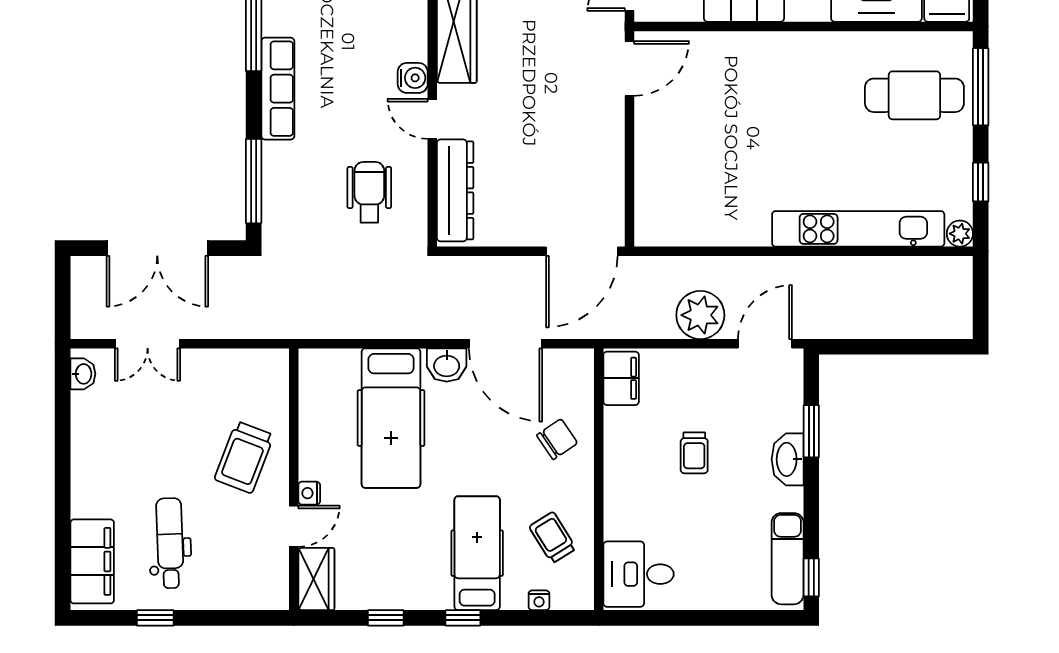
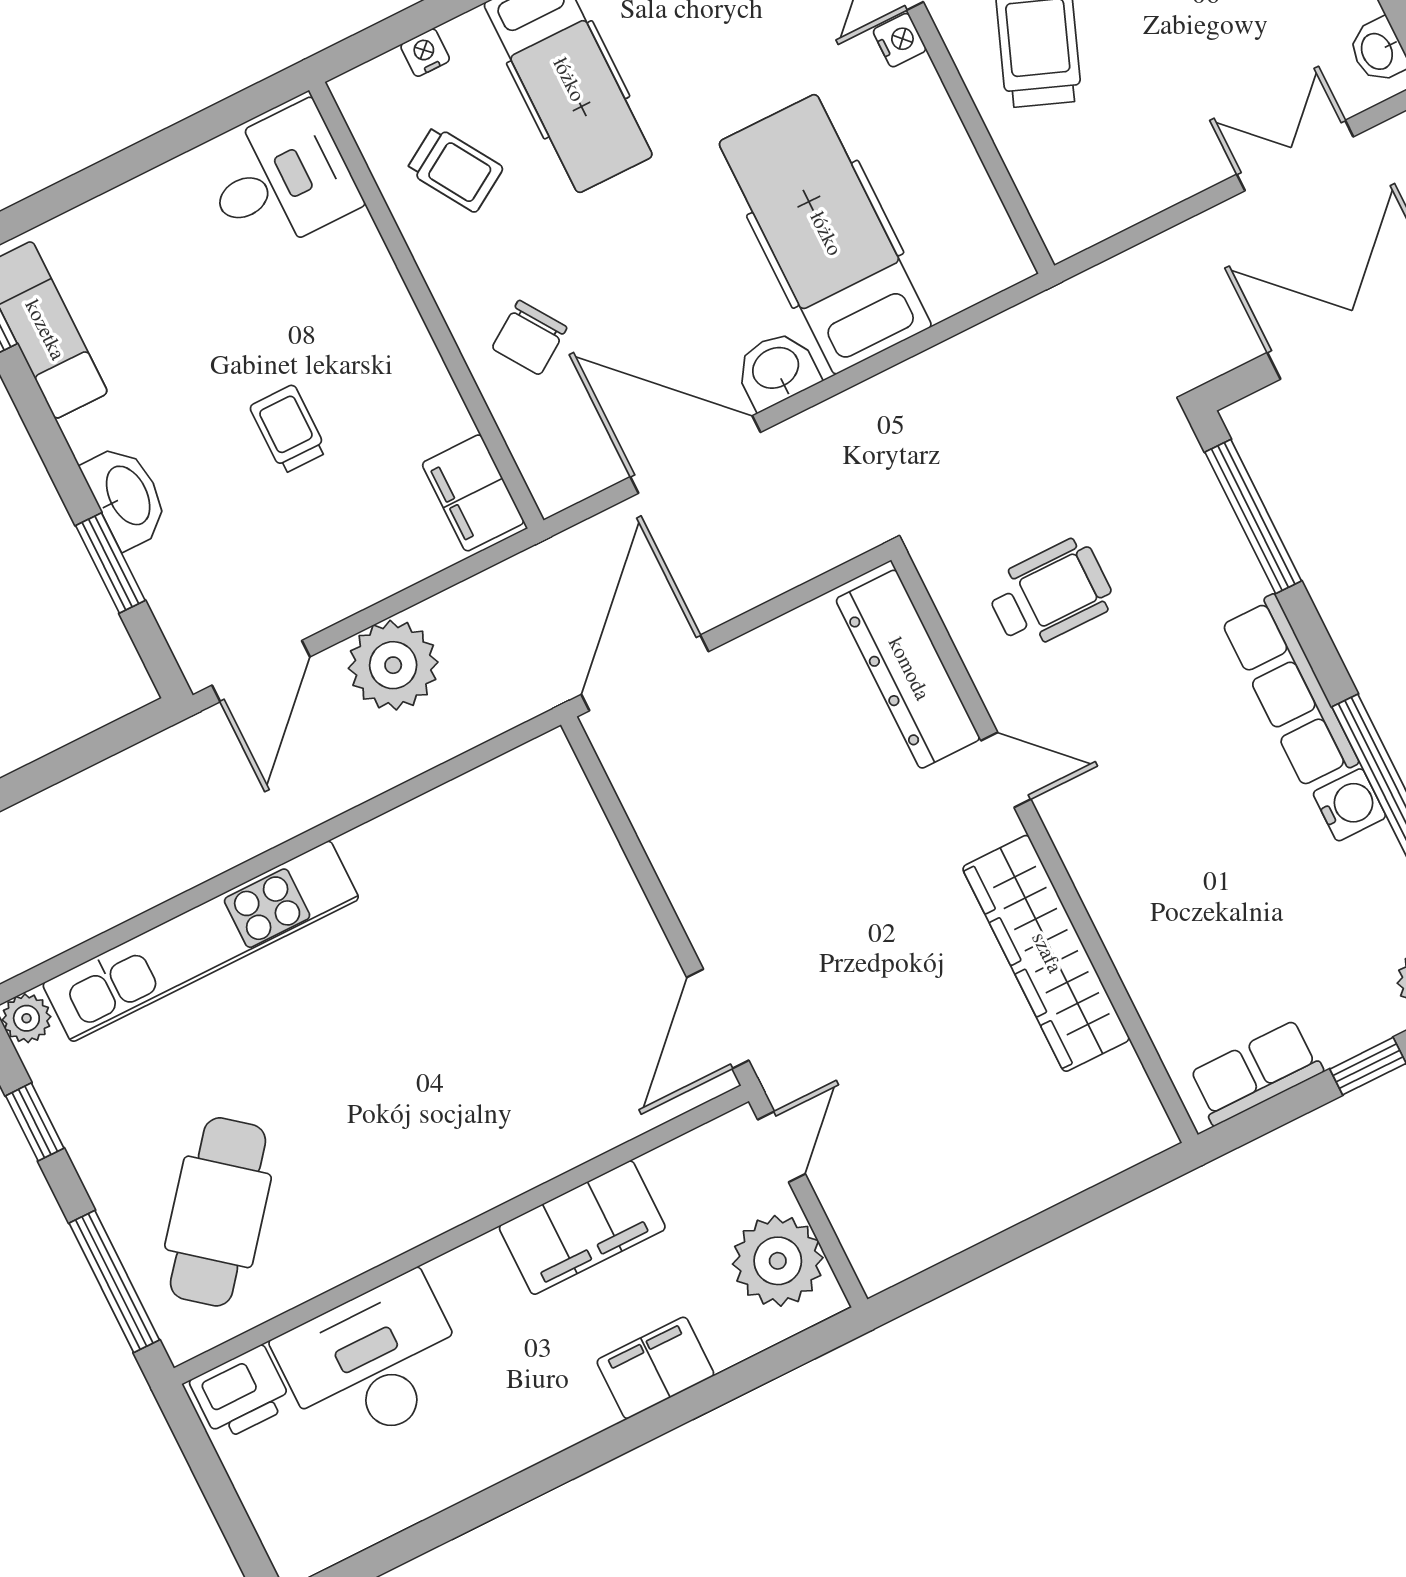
water cooler: (413, 78) -> (1349, 805), moved, turned 180
cafe table: (914, 95) -> (218, 1212), turned -51
wheelchair: (369, 192) -> (1050, 594), turned -90

